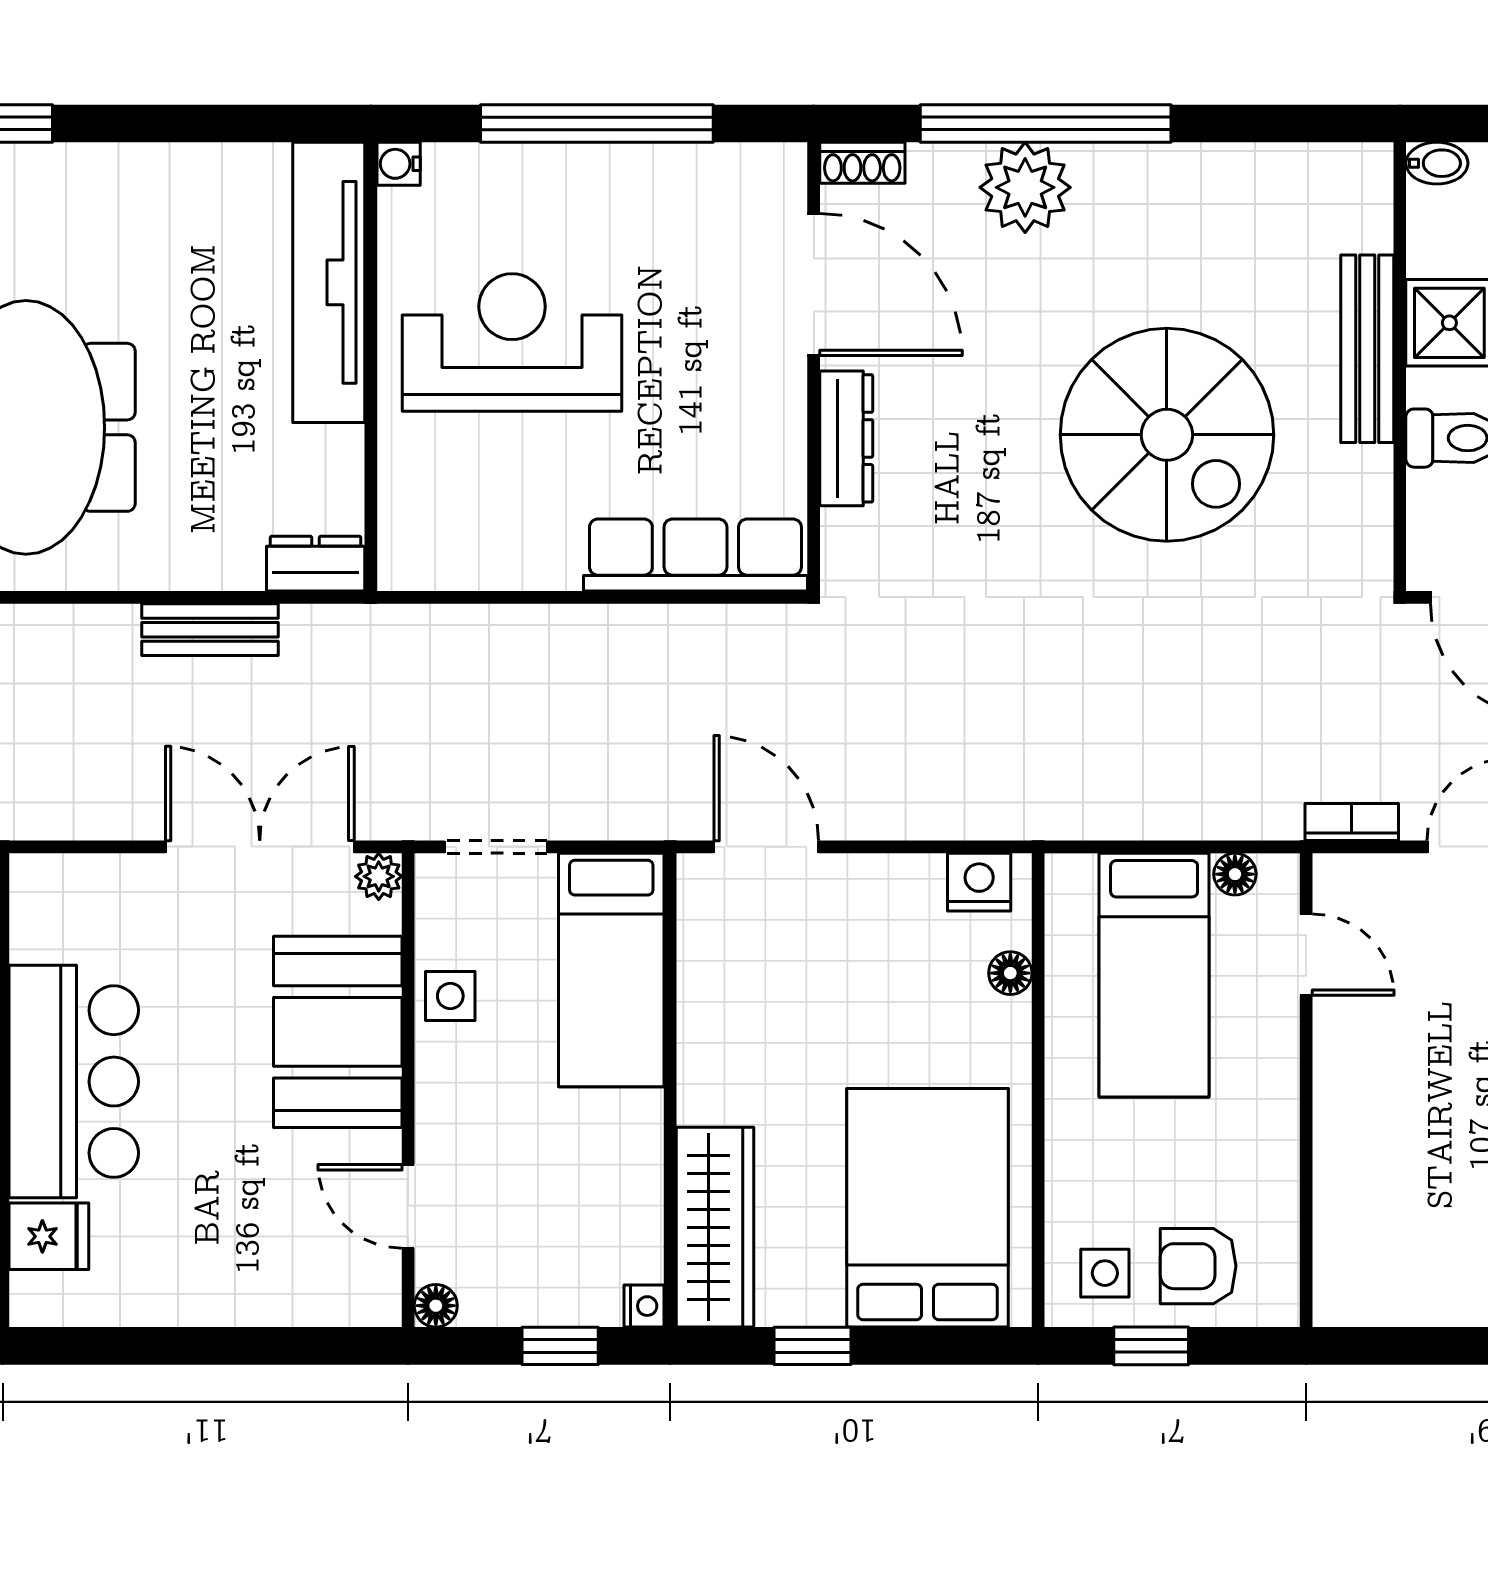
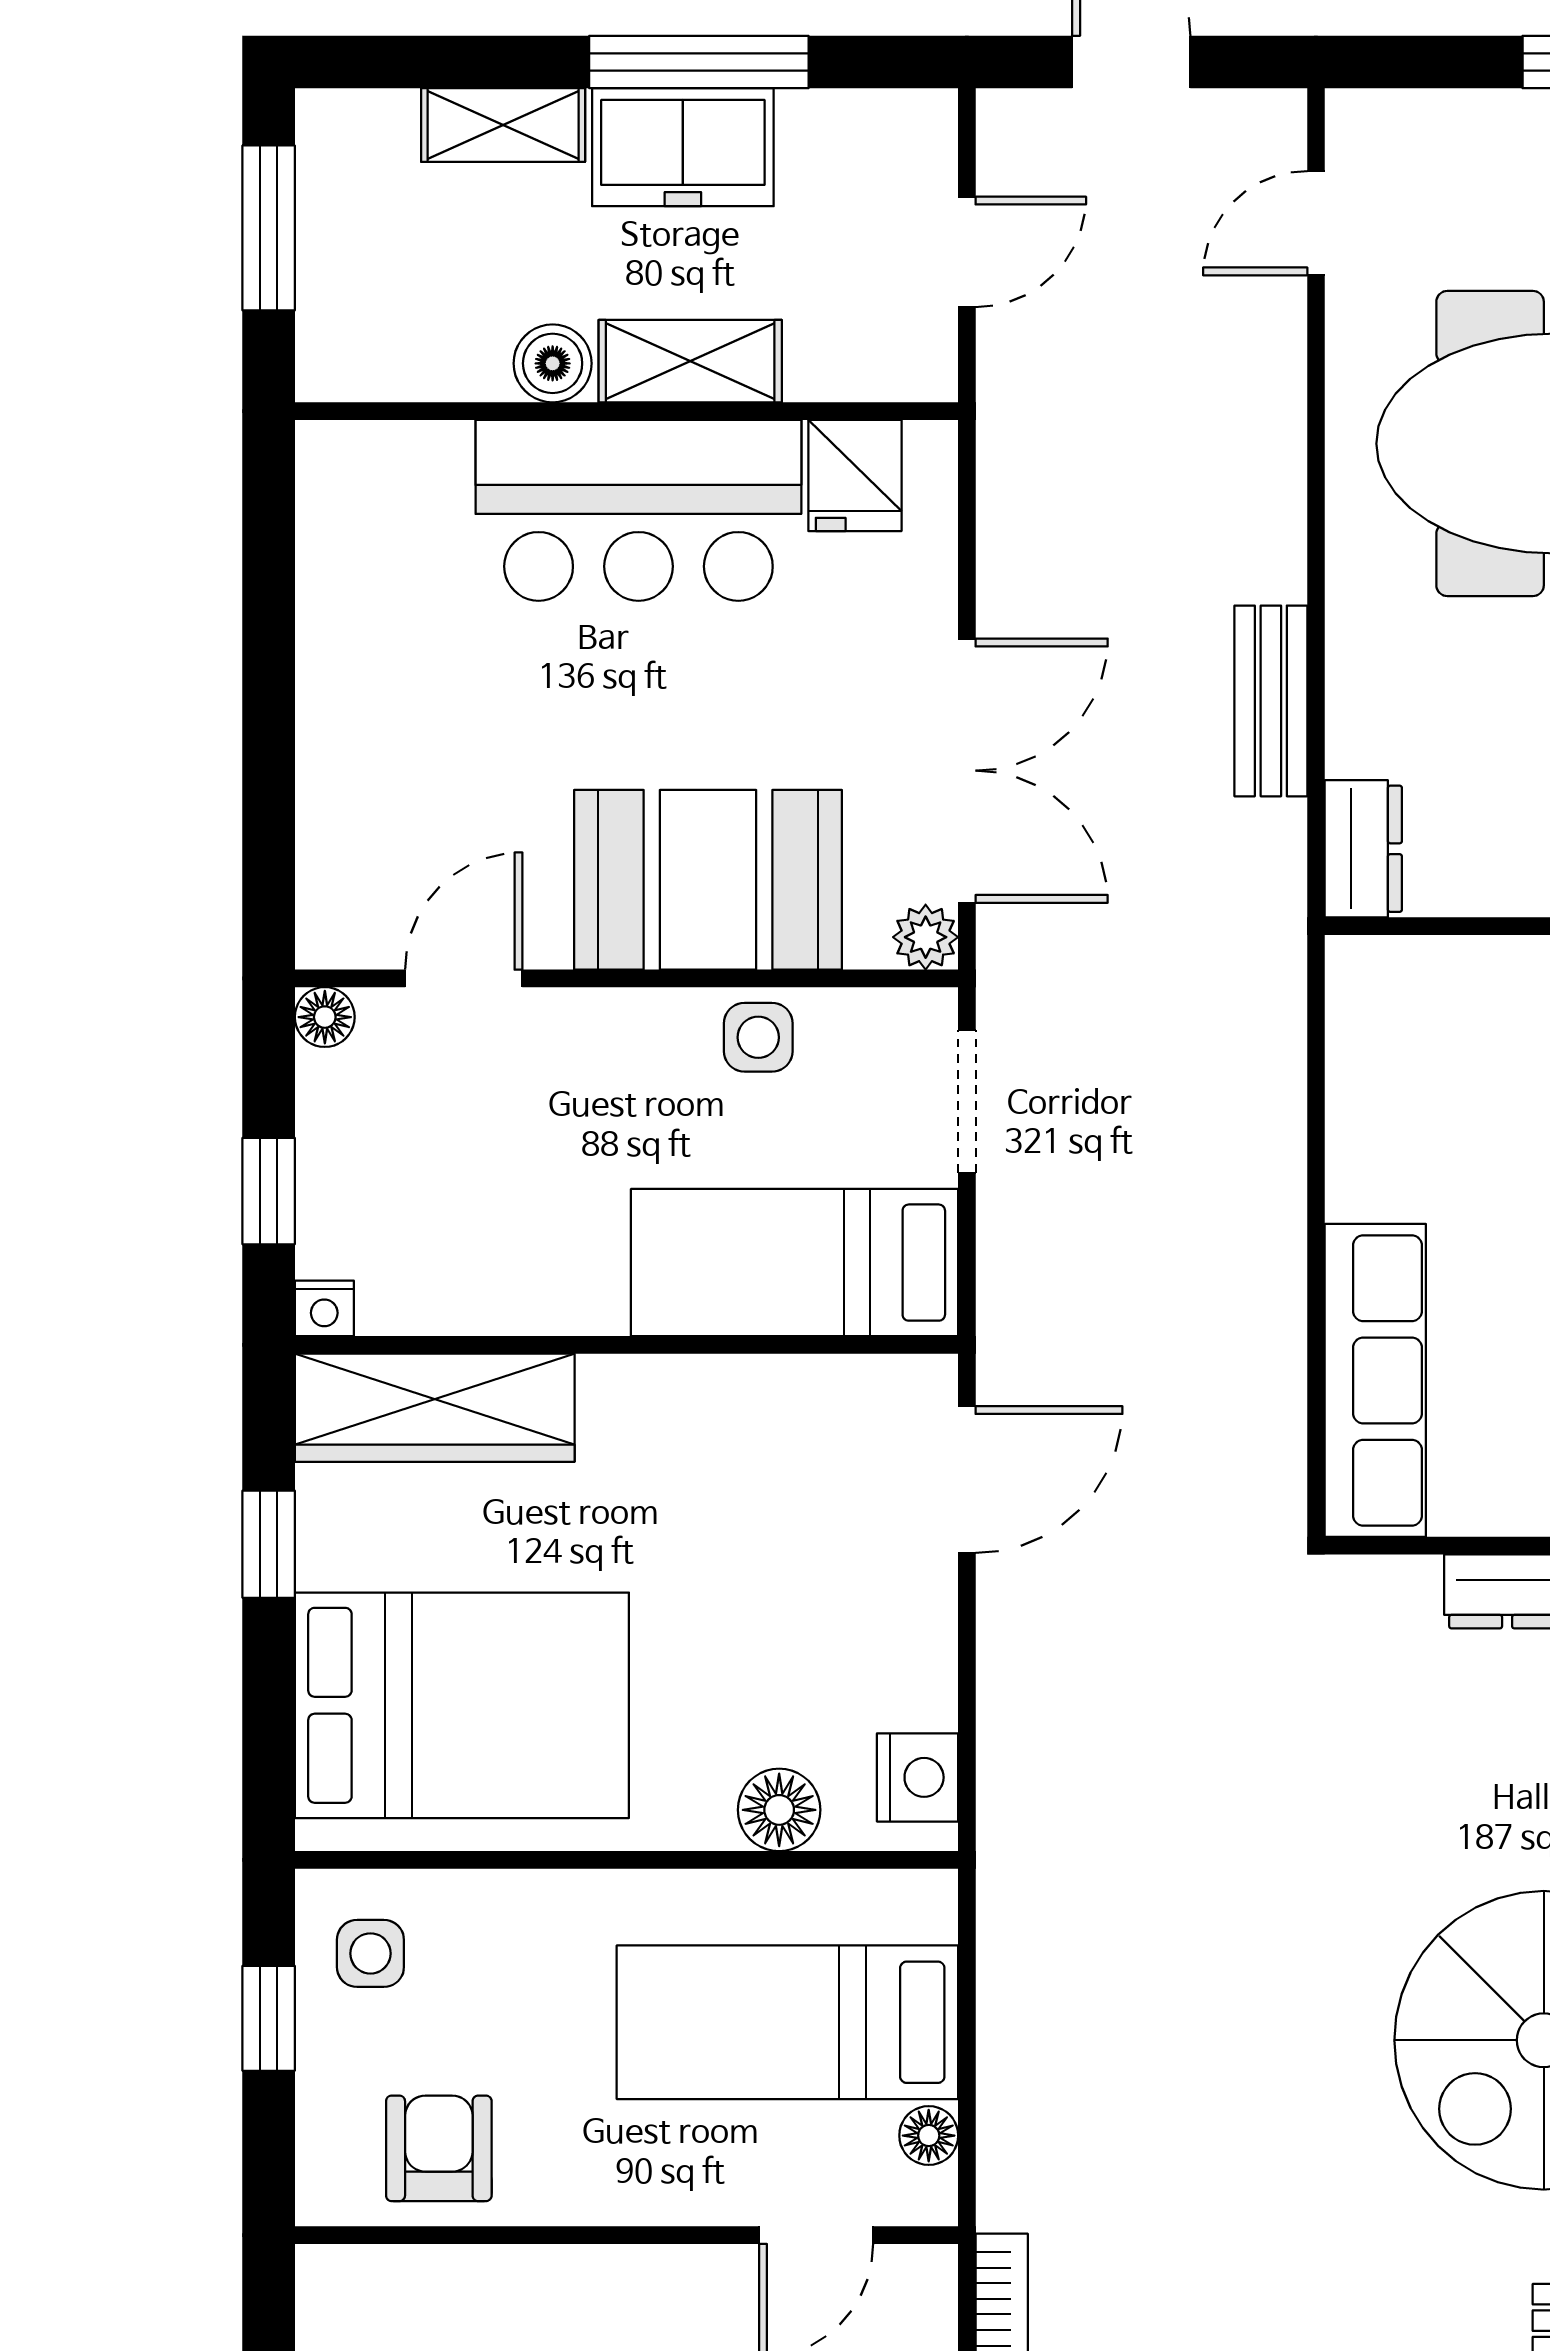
floor lamp: (1010, 973) -> (779, 1810), width x1.37, depth x1.37
fridge: (49, 1236) -> (855, 475), moved
armchair: (1198, 1266) -> (439, 2148), moved

